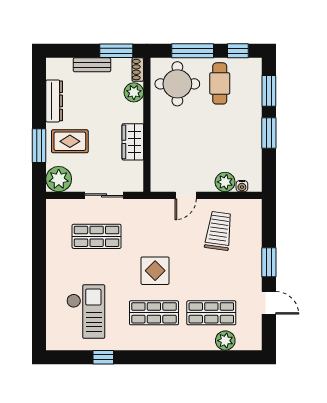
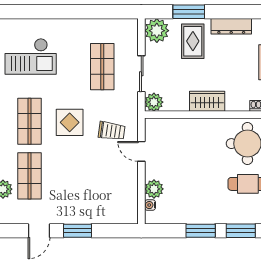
plant: (134, 92) -> (154, 102), moved
wardrobe: (133, 142) -> (207, 101), moved
trolley: (219, 231) -> (112, 131), moved, width x0.73, depth x0.72

